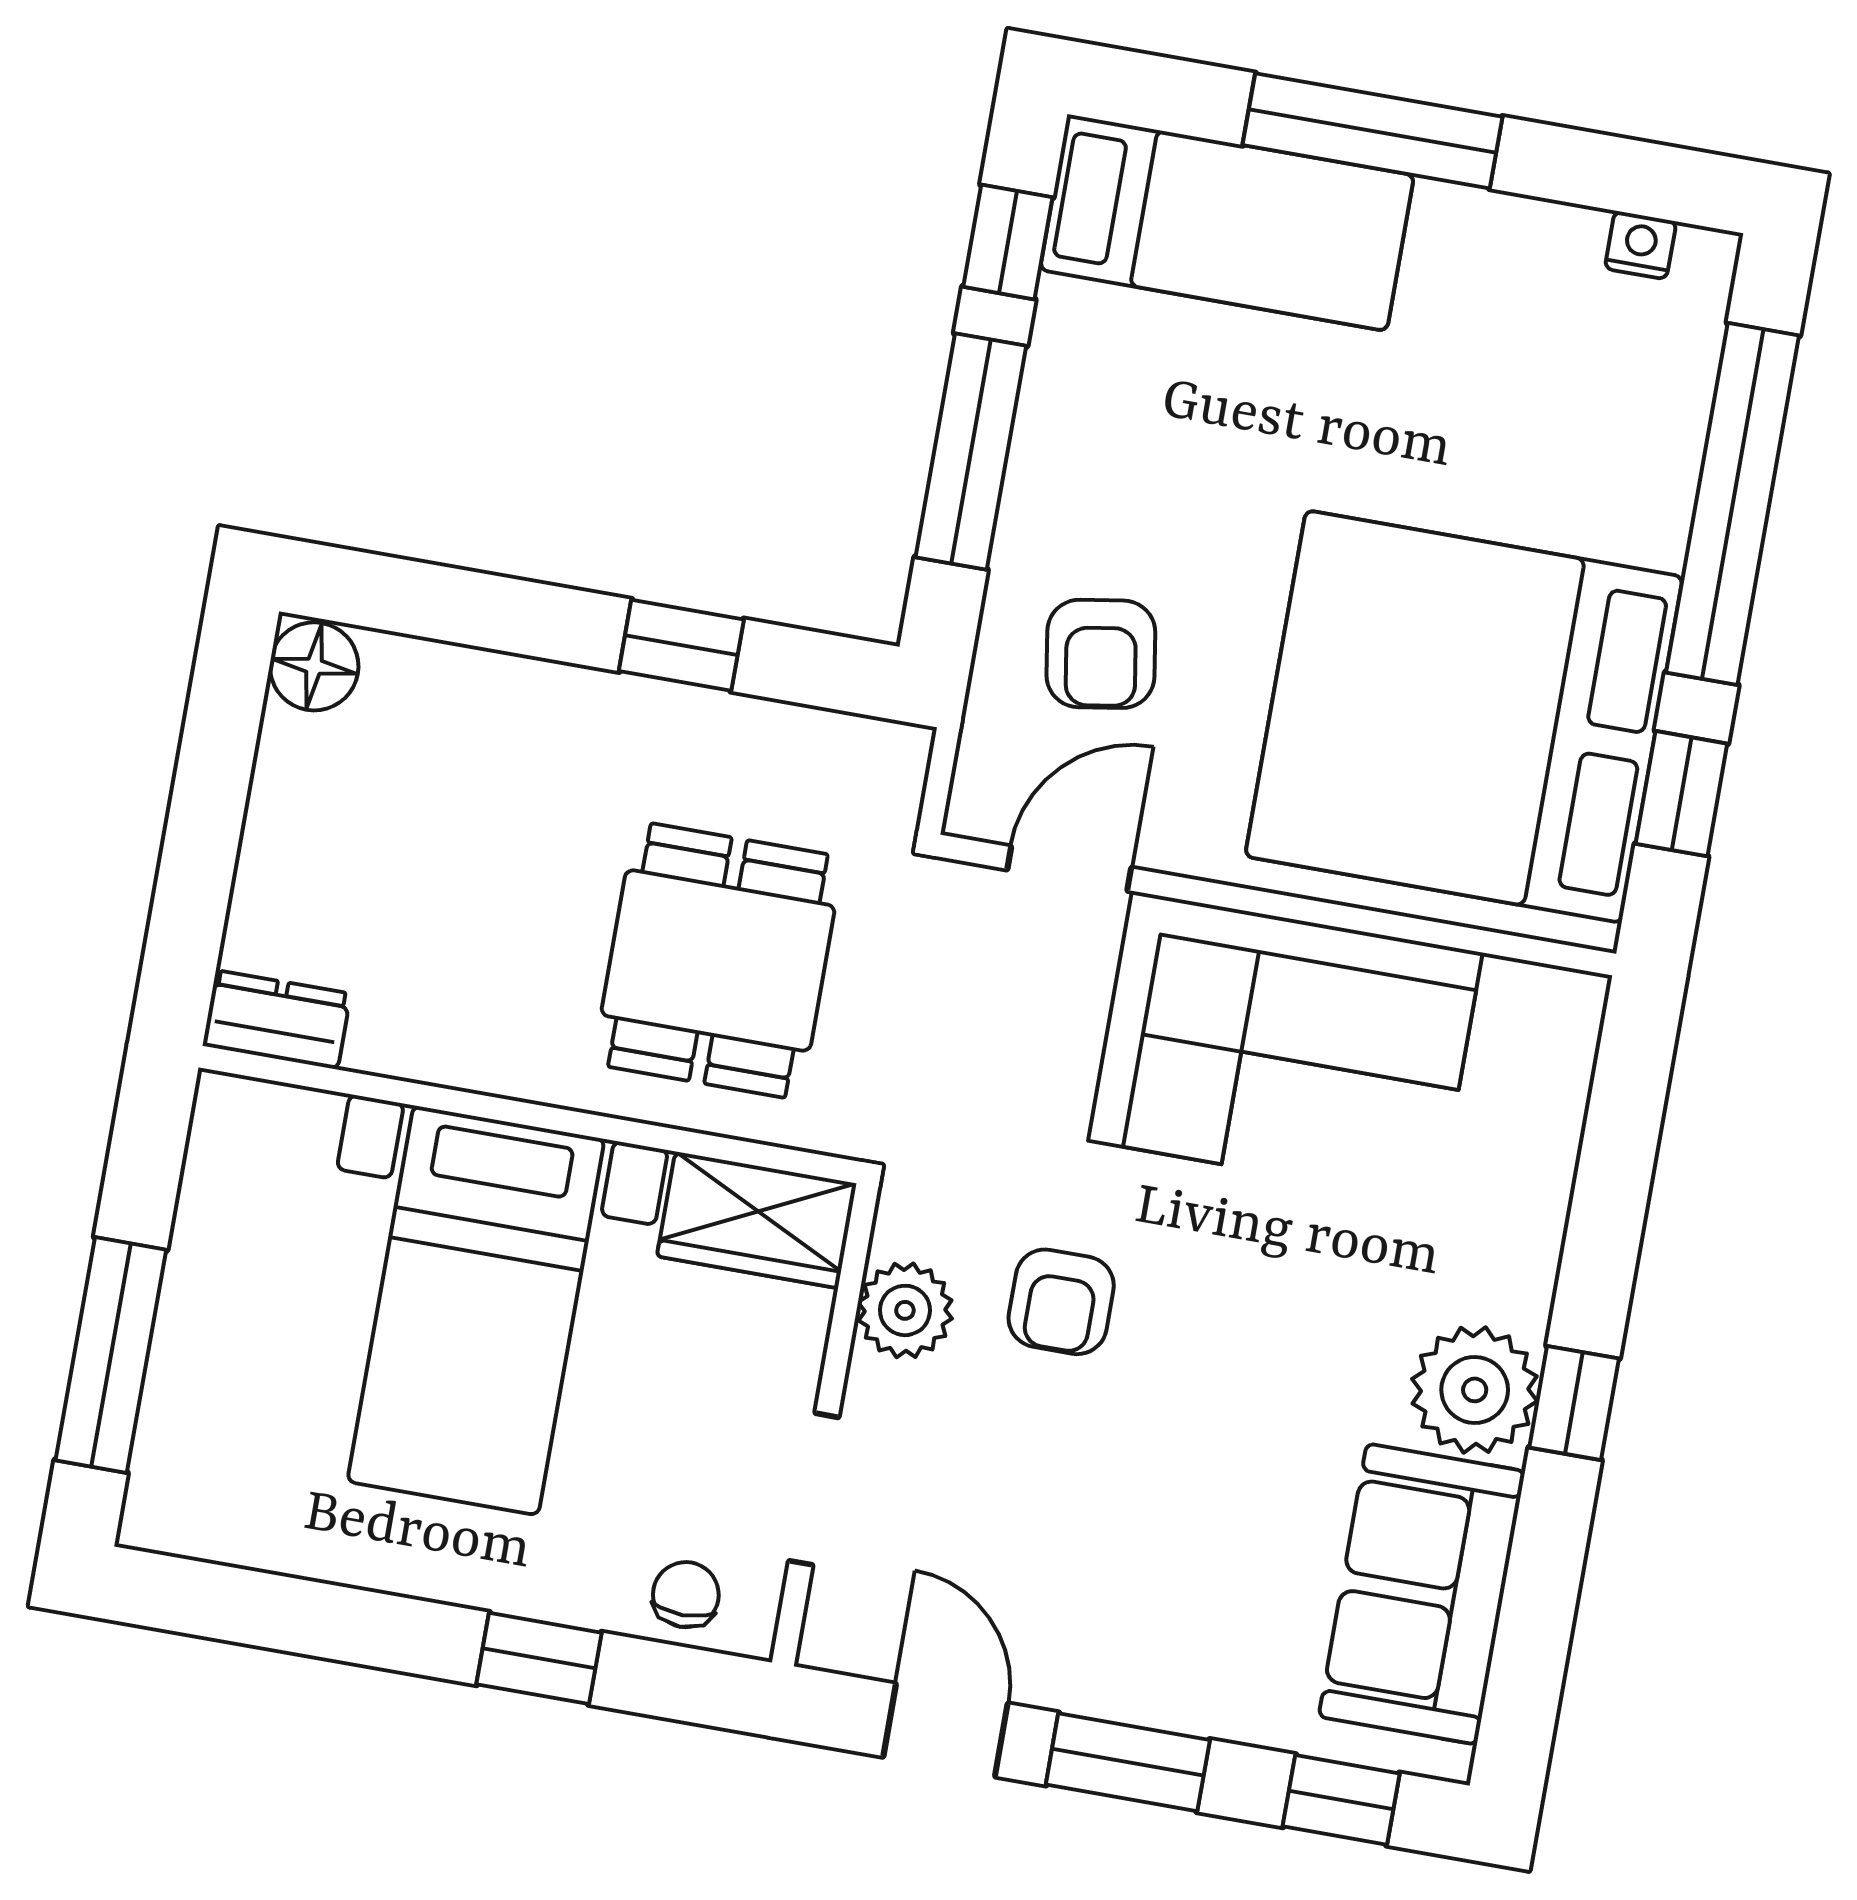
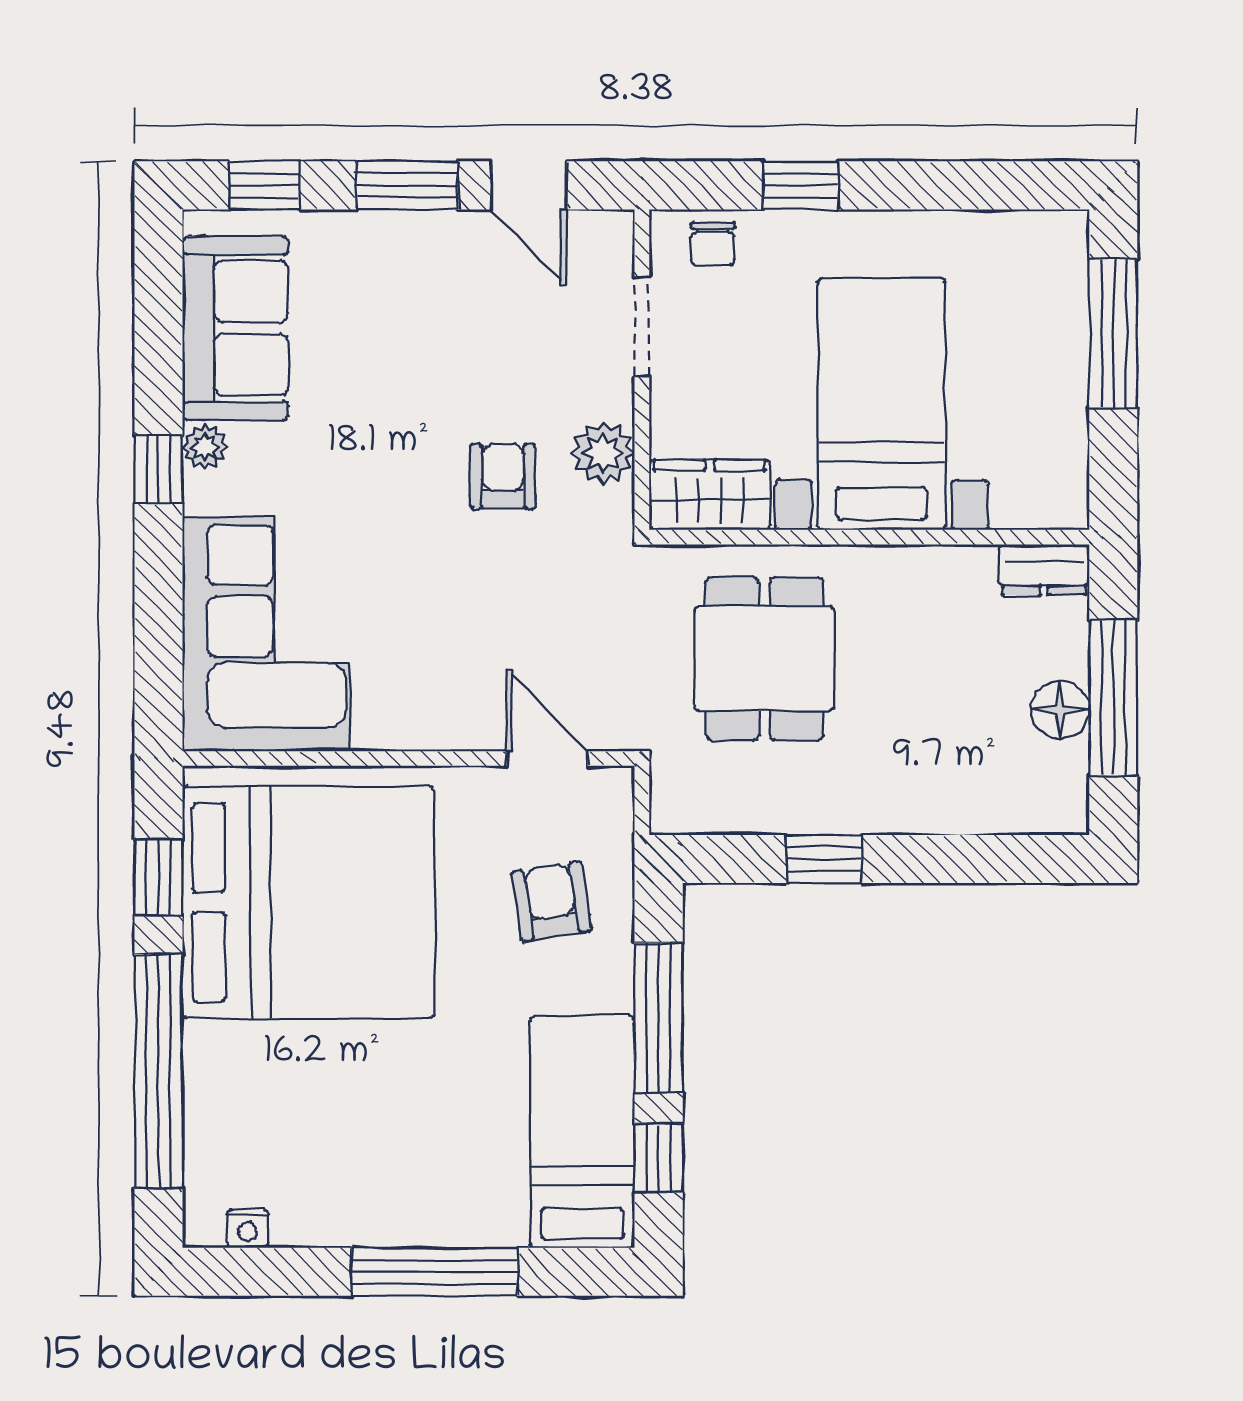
bed: (1227, 223) -> (582, 1132), moved, turned 90
floor lamp: (314, 666) -> (1060, 710), moved
window: (207, 810) -> (1113, 698), added
door: (1069, 869) -> (547, 759), swing flipped
corner sofa: (1285, 1047) -> (266, 634), moved, turned 90
plant: (1475, 1390) -> (205, 447), width x0.53, depth x0.53

